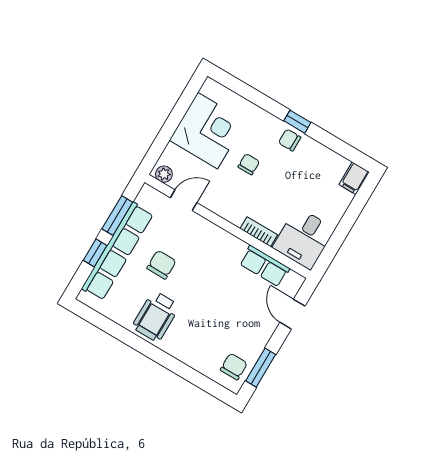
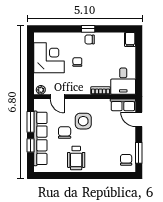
door: (184, 200) -> (57, 97), swing flipped
side table: (202, 264) -> (83, 121), added
row of seats: (264, 266) -> (123, 105), moved

